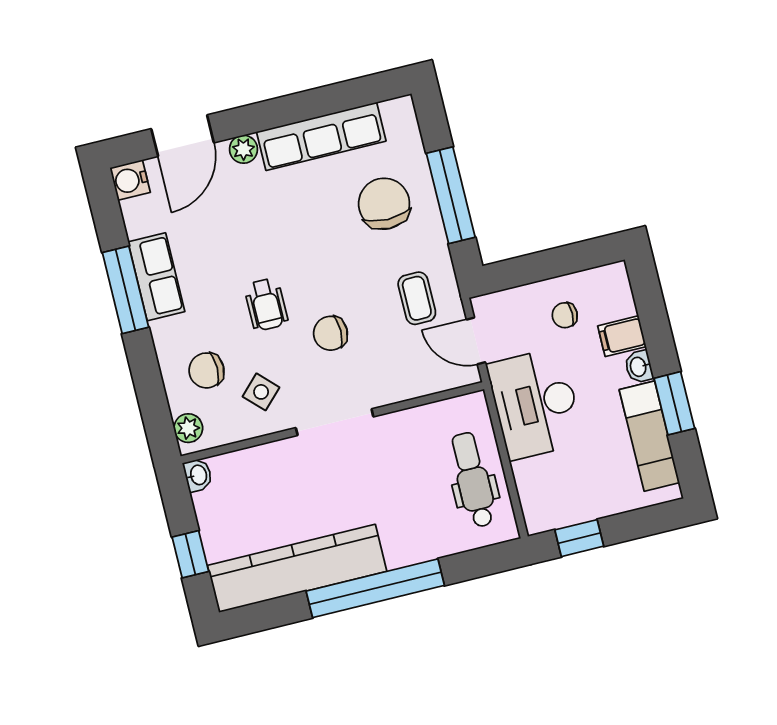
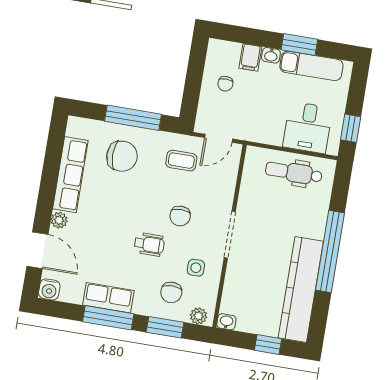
chair: (384, 204) -> (122, 156), turned 180
window: (149, 384) -> (165, 327), added
side table: (261, 392) -> (196, 268), turned 45
desk: (535, 404) -> (308, 127), moved, width x0.73

